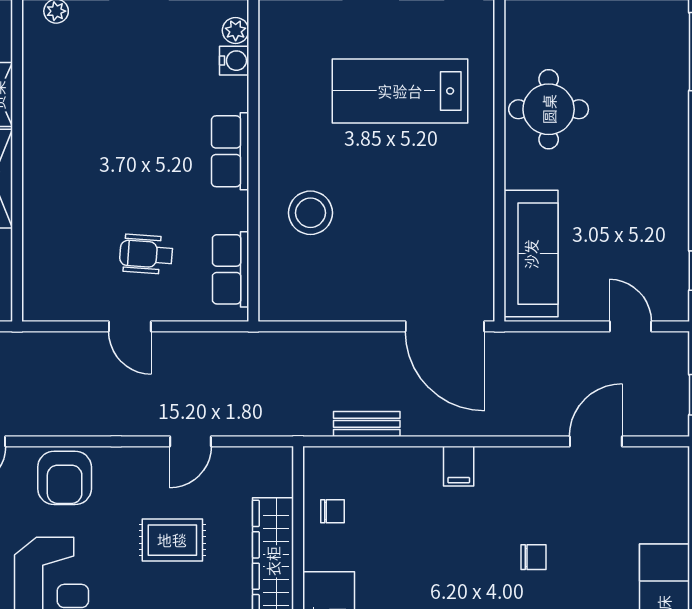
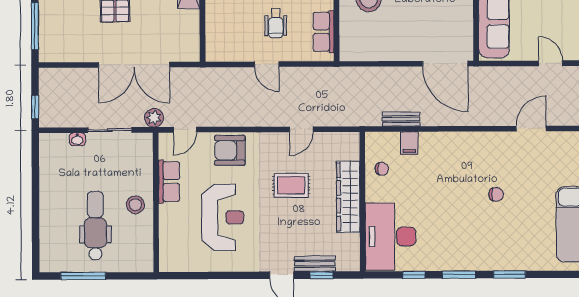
wheelchair: (146, 254) -> (276, 23), turned -94
filing cabinet: (459, 466) -> (409, 143), moved
armchair: (65, 478) -> (230, 150), turned 90

